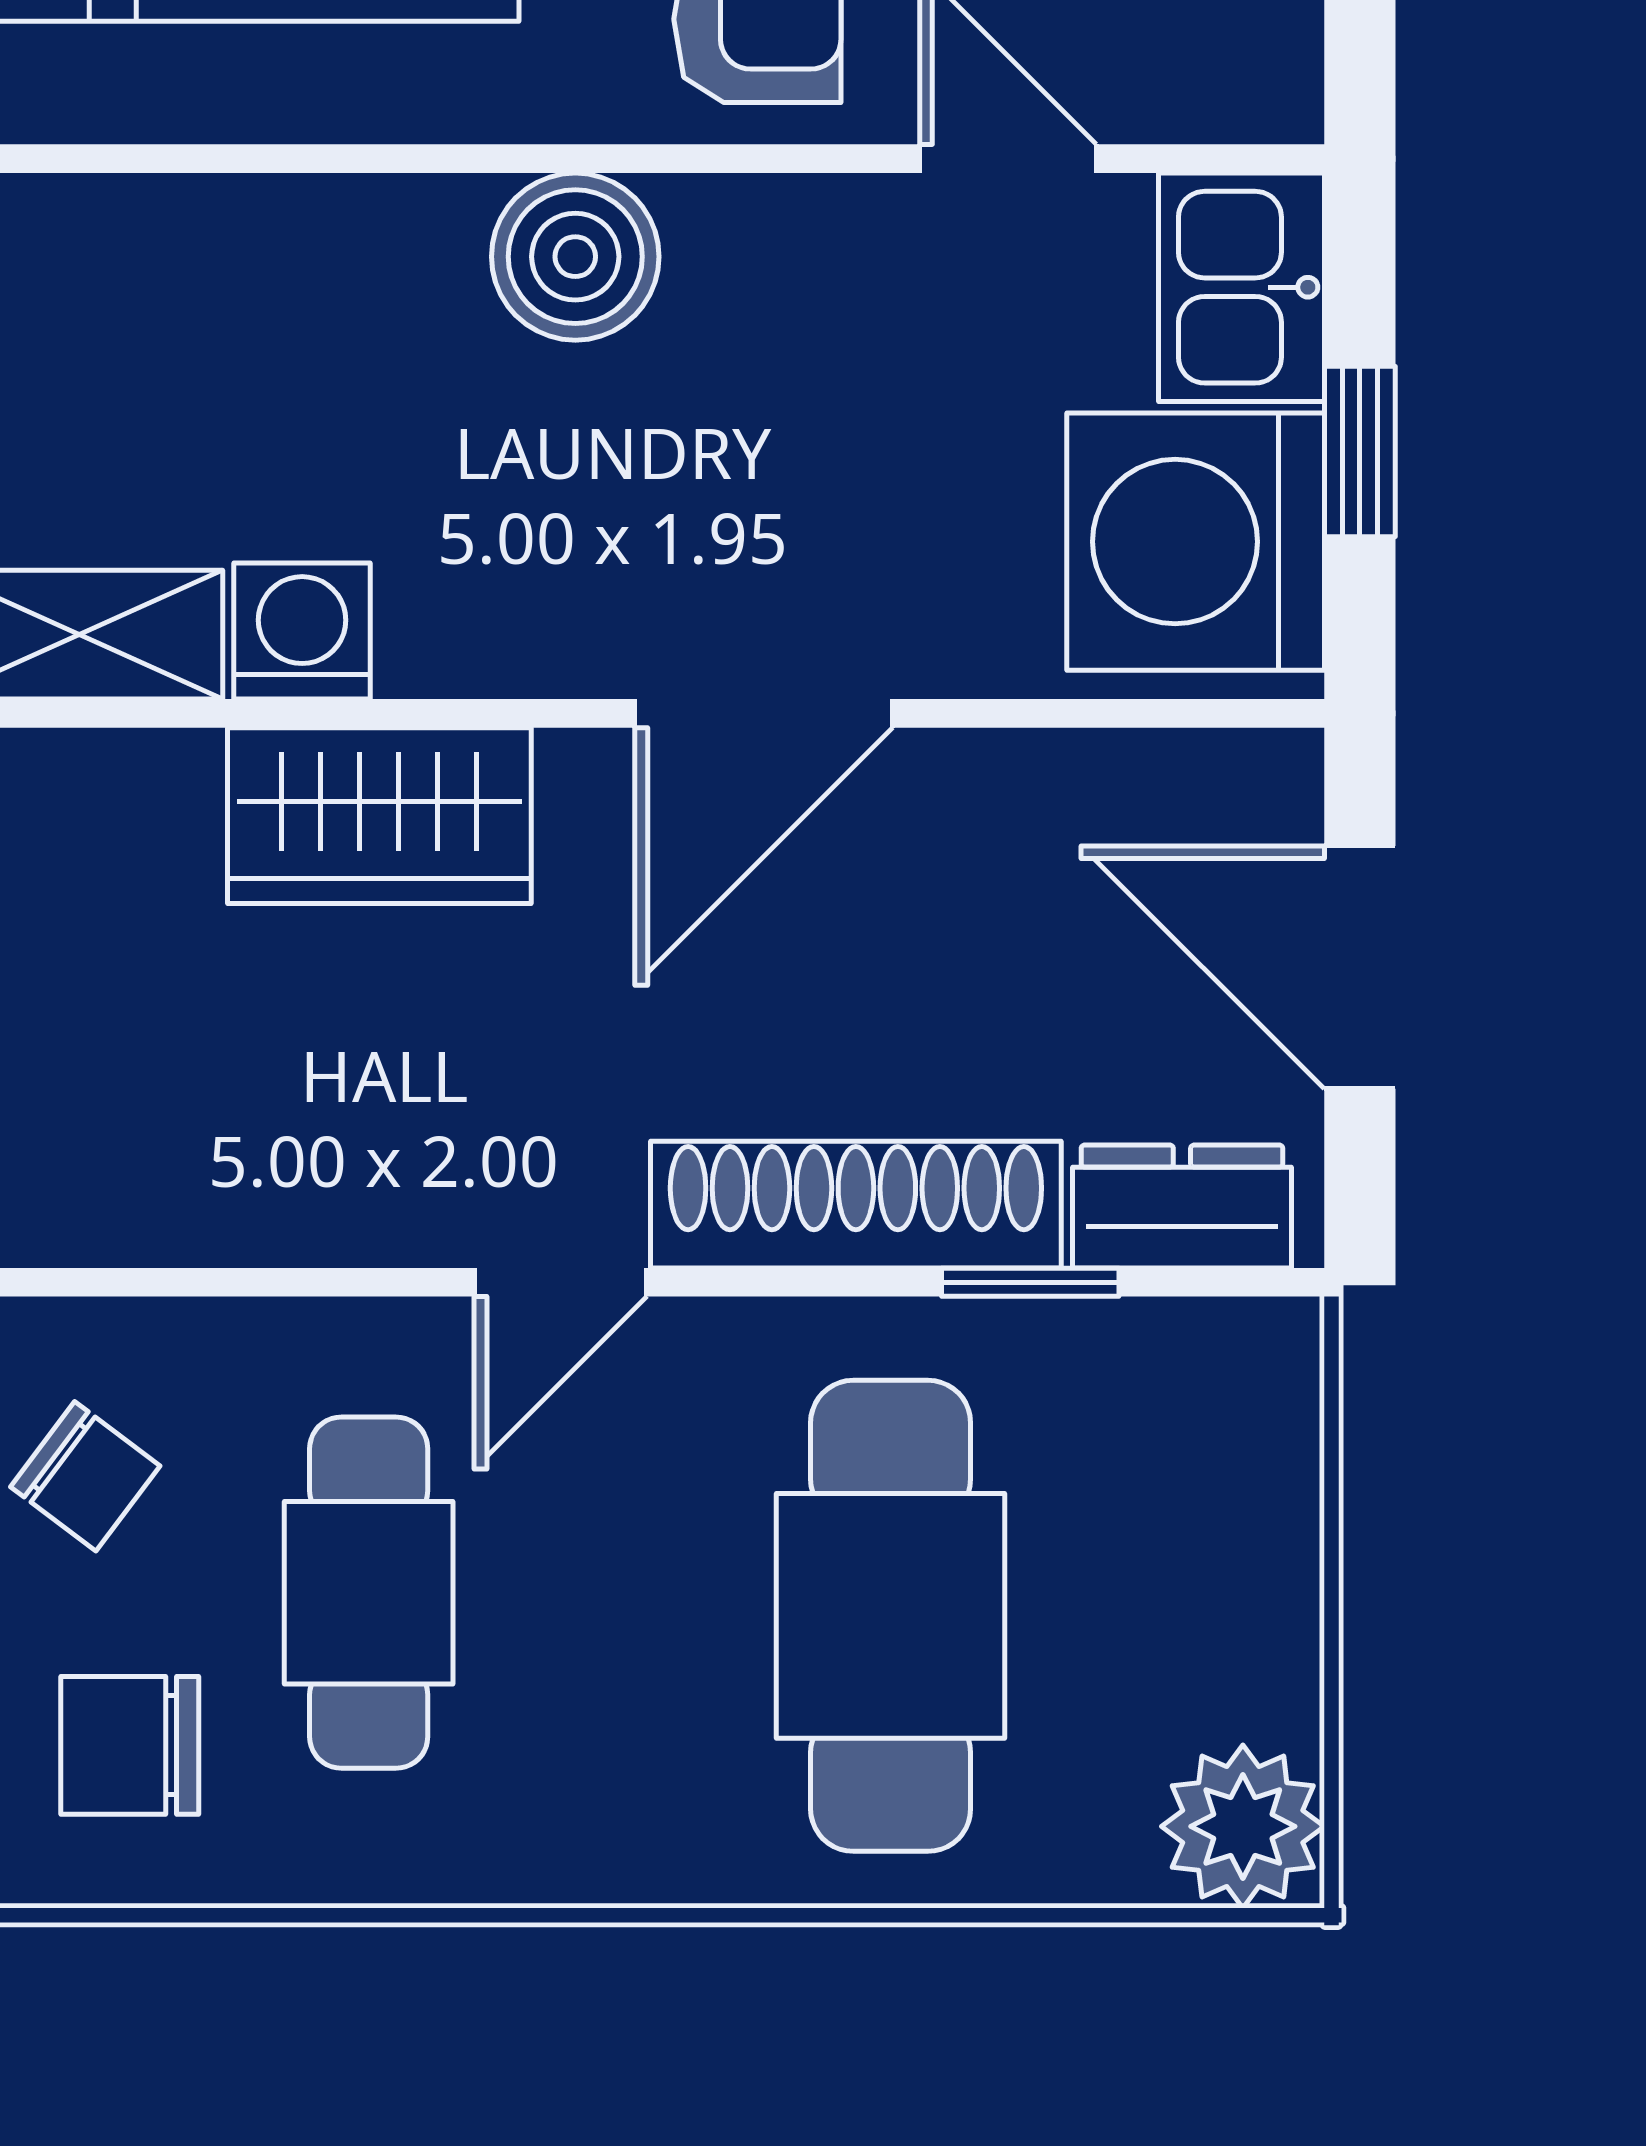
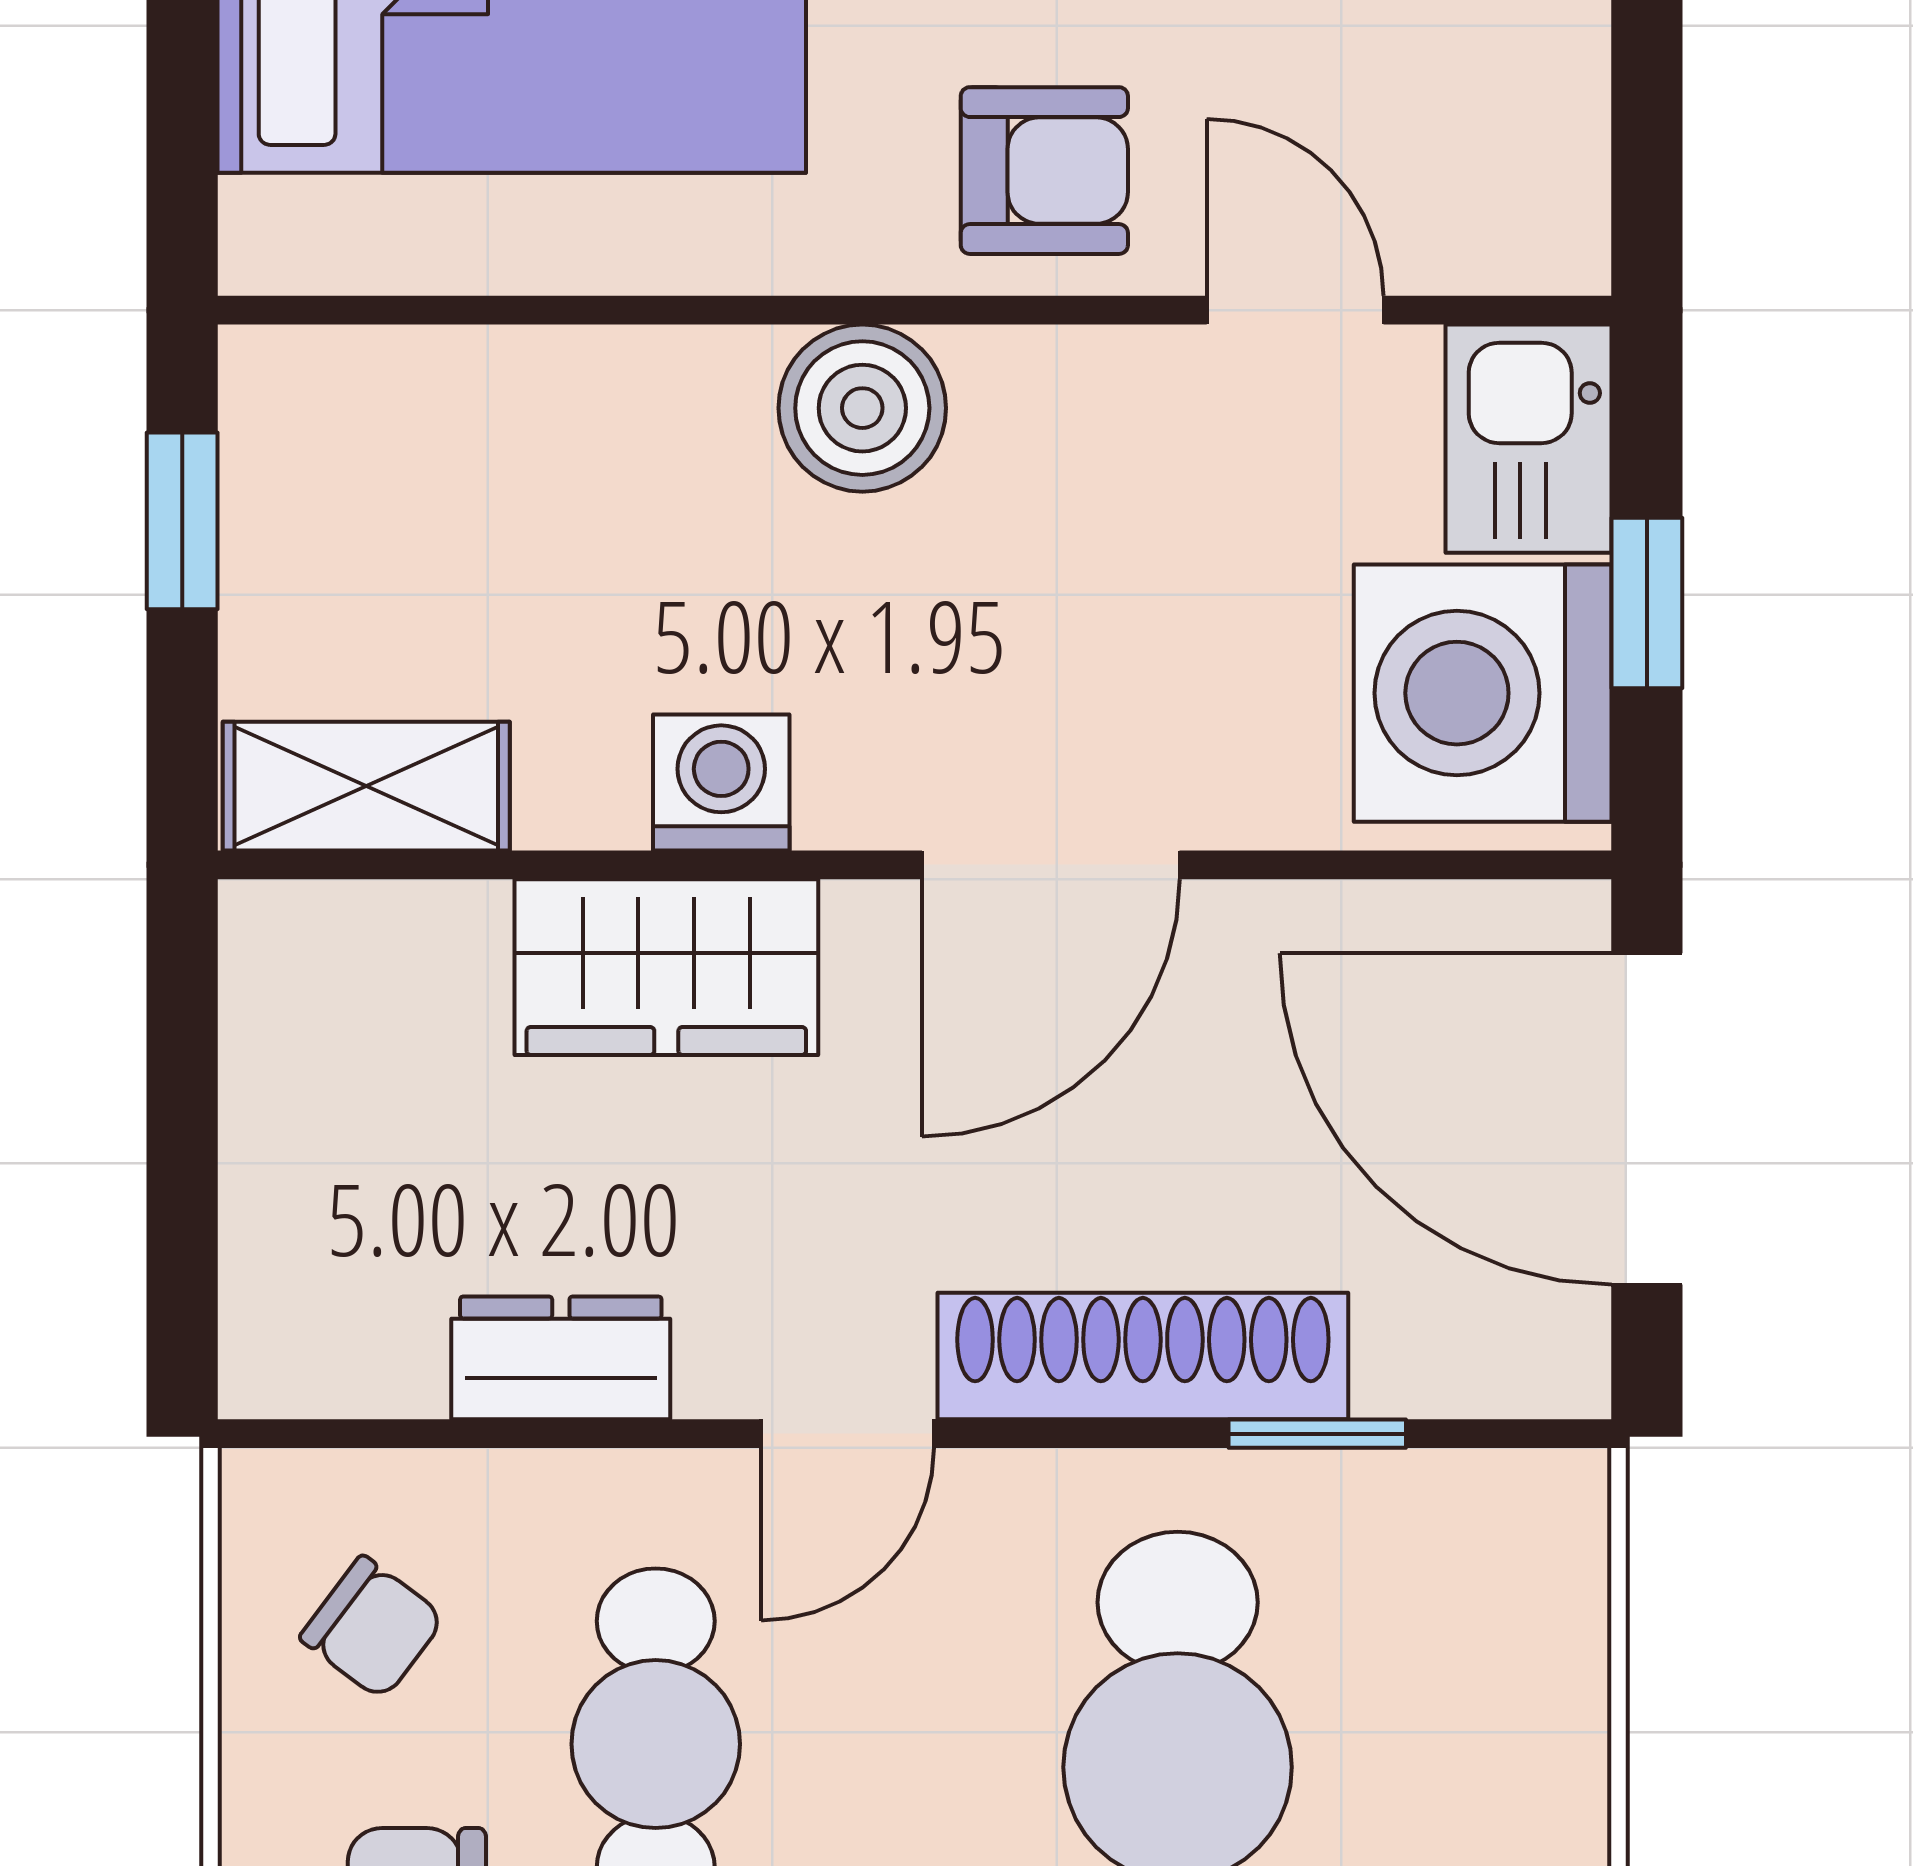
washing machine: (302, 631) -> (721, 782), moved
door: (1360, 967) -> (1647, 1119), width x1.36
dresser: (1182, 1206) -> (561, 1358), moved

